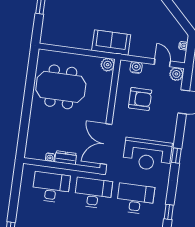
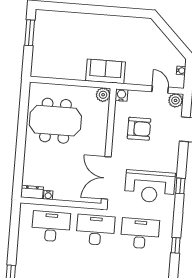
water cooler: (136, 67) -> (121, 95), moved
dresser: (66, 158) -> (32, 192), moved

